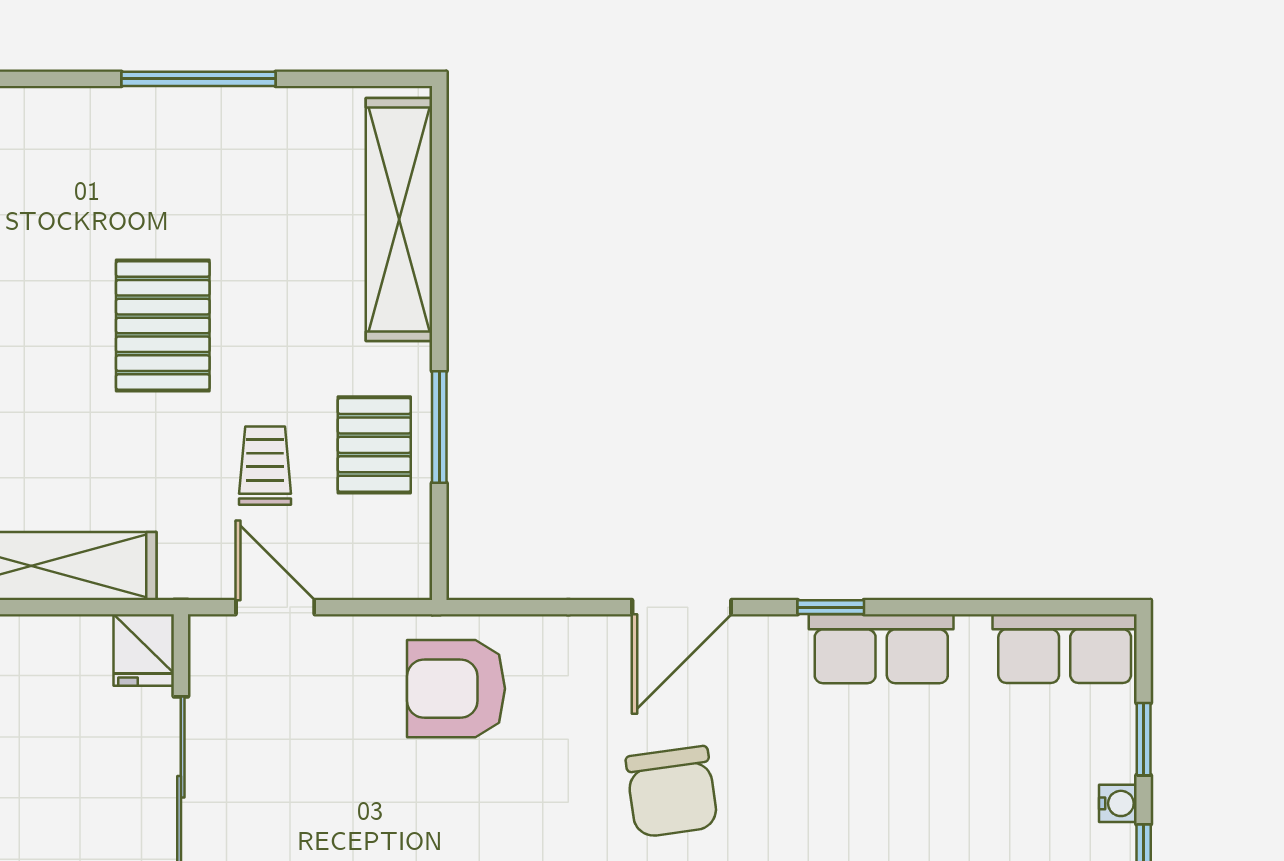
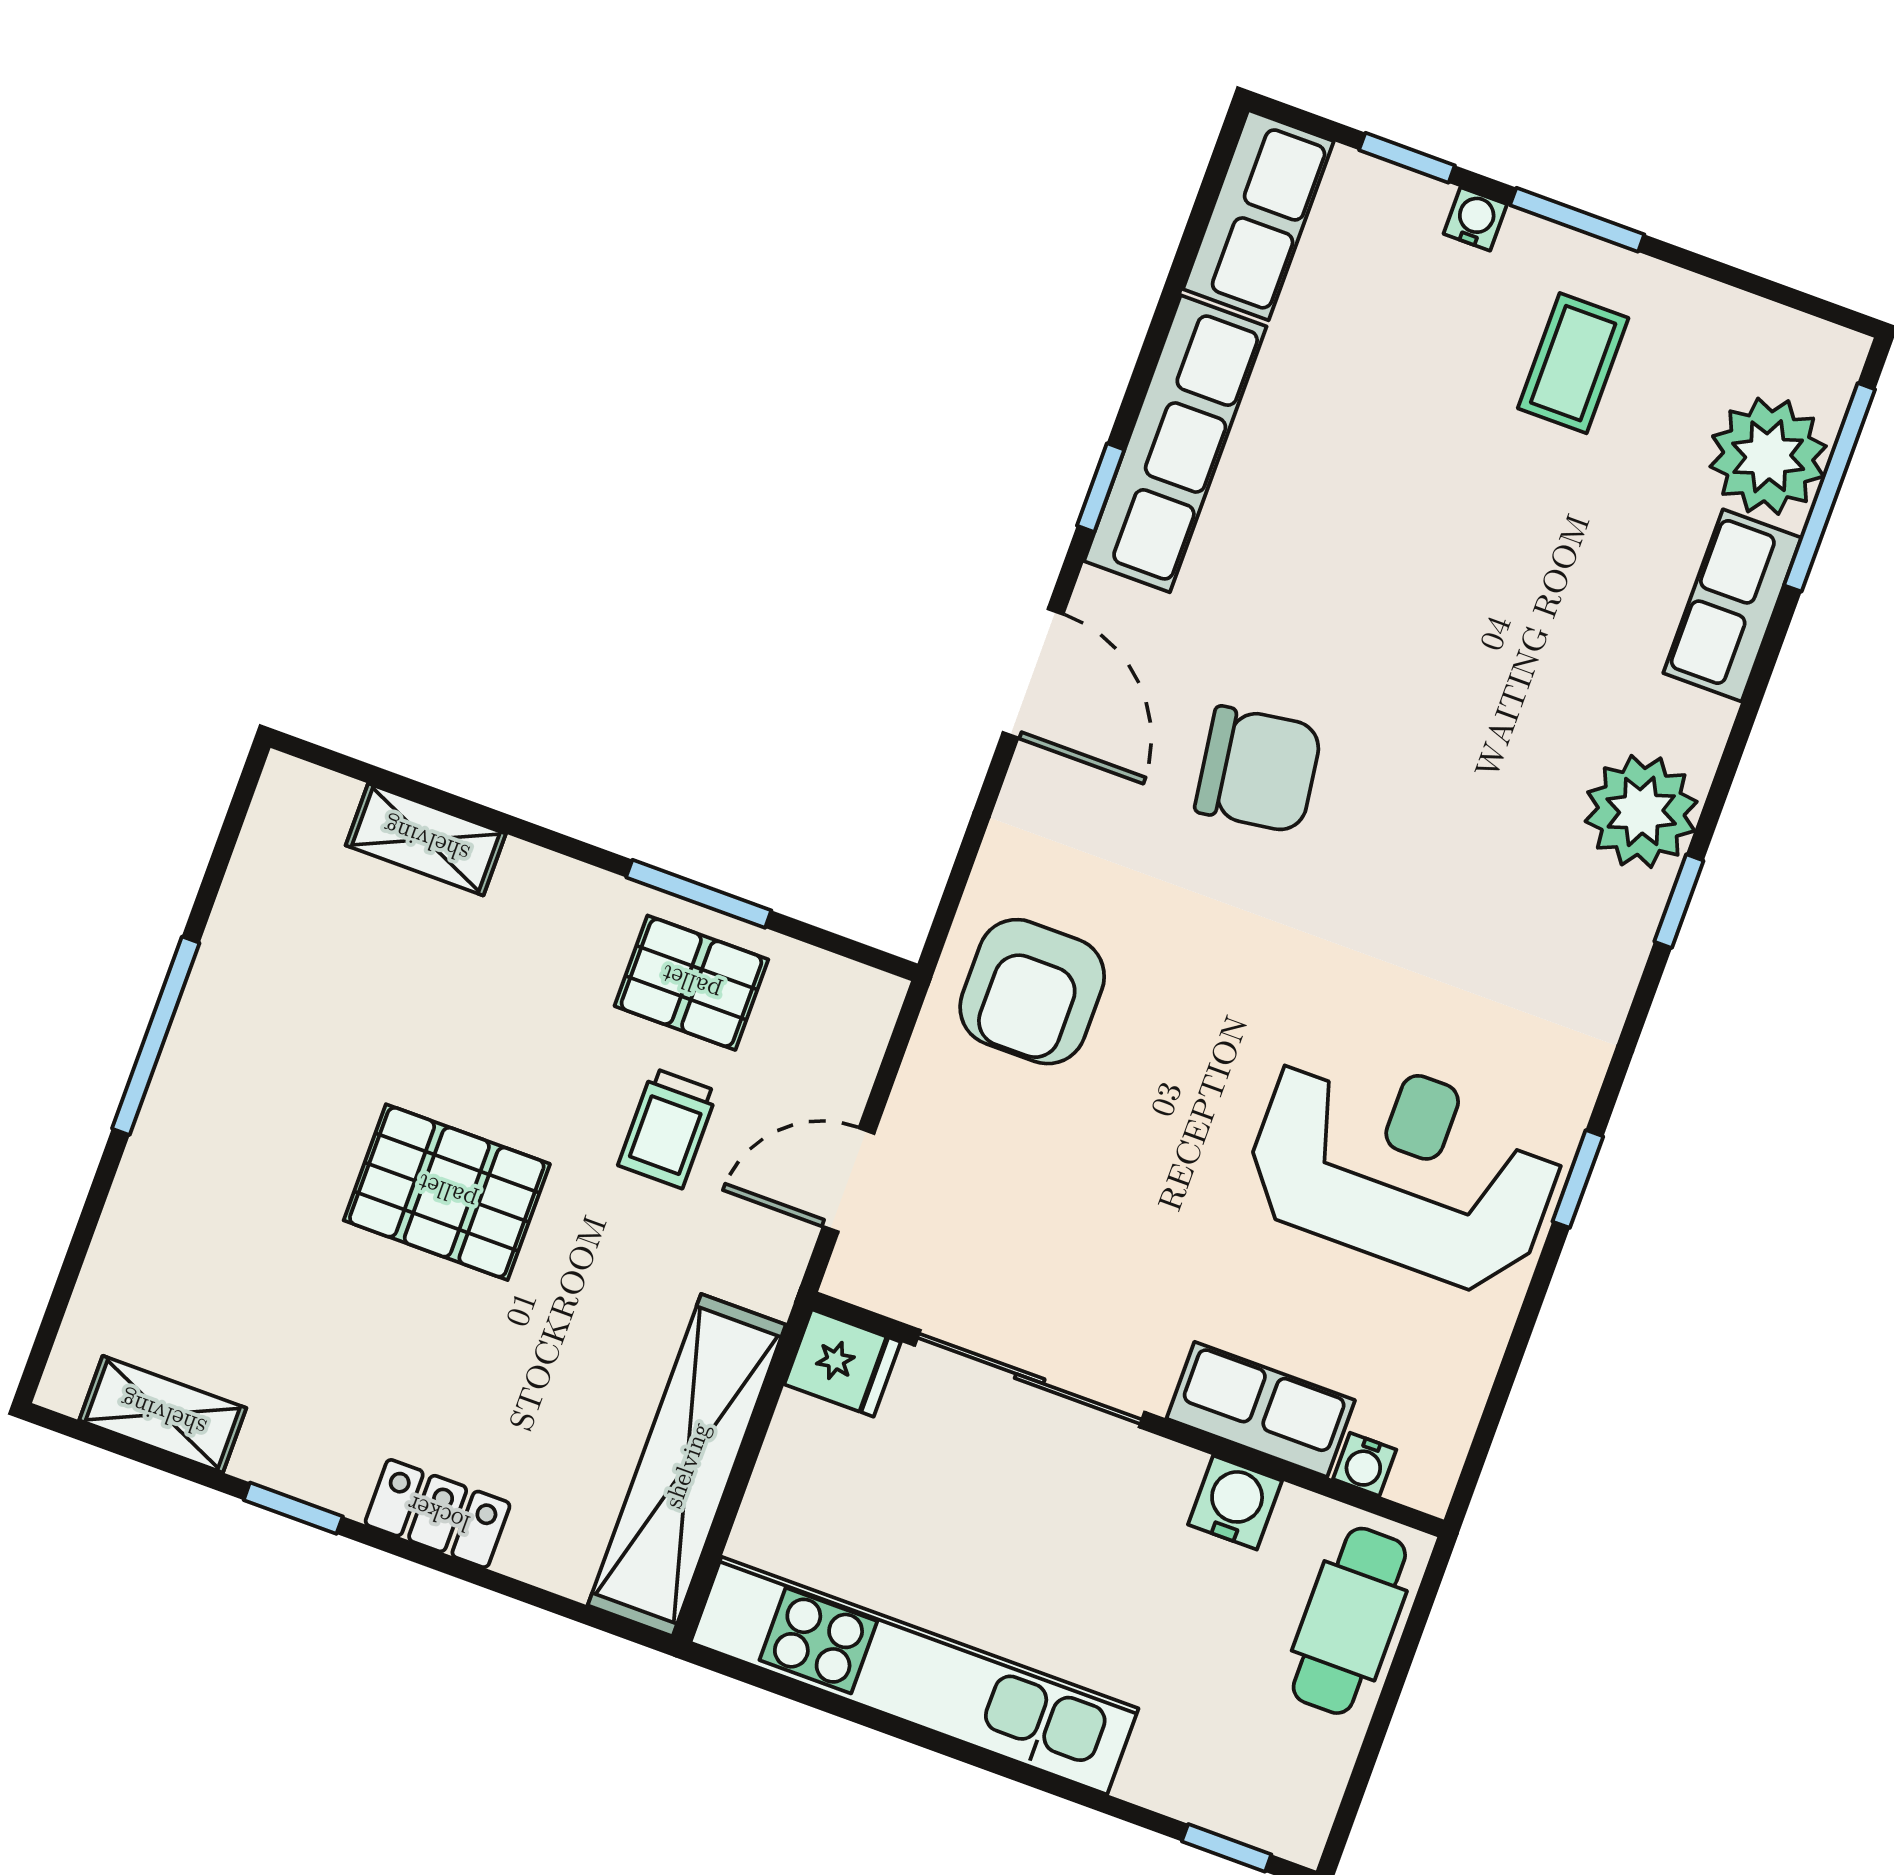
shelving: (399, 220) -> (426, 840), width x0.45, depth x0.75
trolley: (265, 466) -> (668, 1128), turned -90
row of seats: (881, 649) -> (1175, 444), width x1.48

